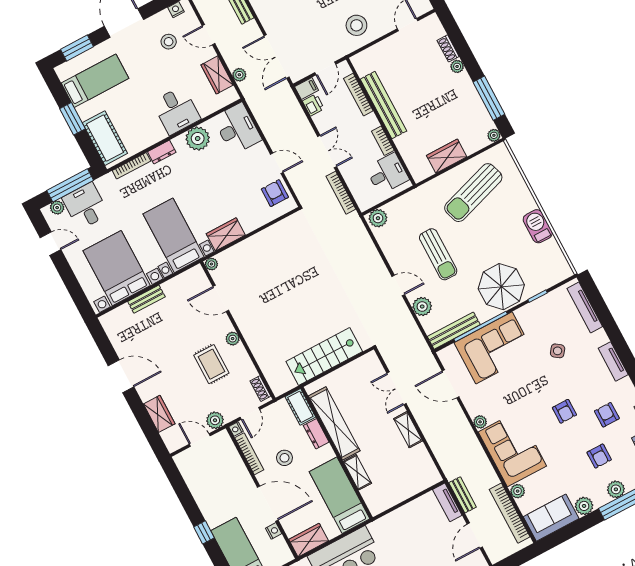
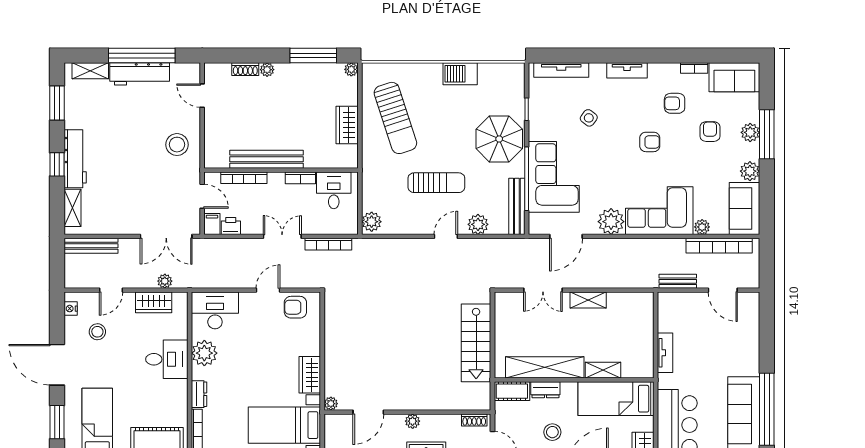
plant: (480, 422) -> (611, 222), width x1.88, depth x1.88
armchair: (599, 456) -> (710, 132), turned -90
tv unit: (447, 502) -> (665, 353), moved, turned -90

